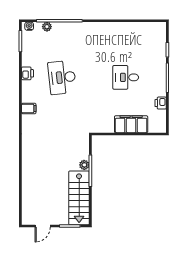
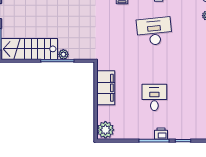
printer: (161, 103) -> (161, 134), moved
filing cabinet: (131, 124) -> (106, 88), moved
plant: (157, 124) -> (105, 130), added

